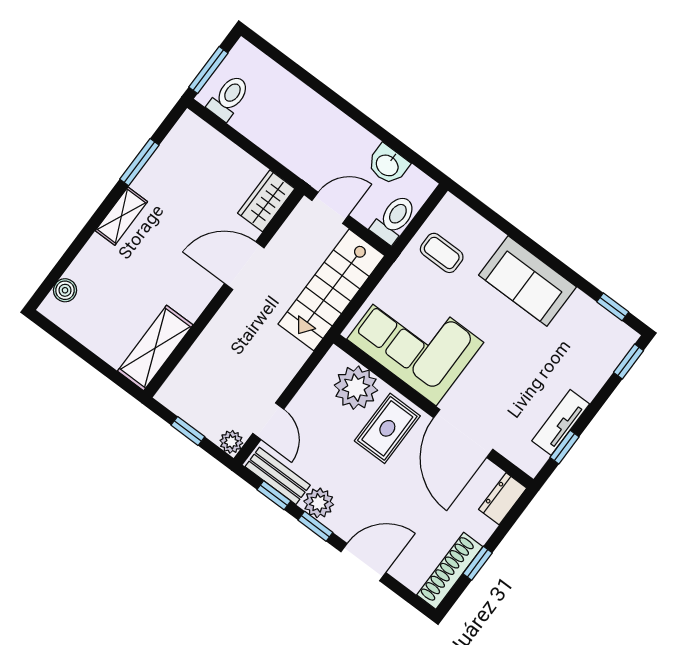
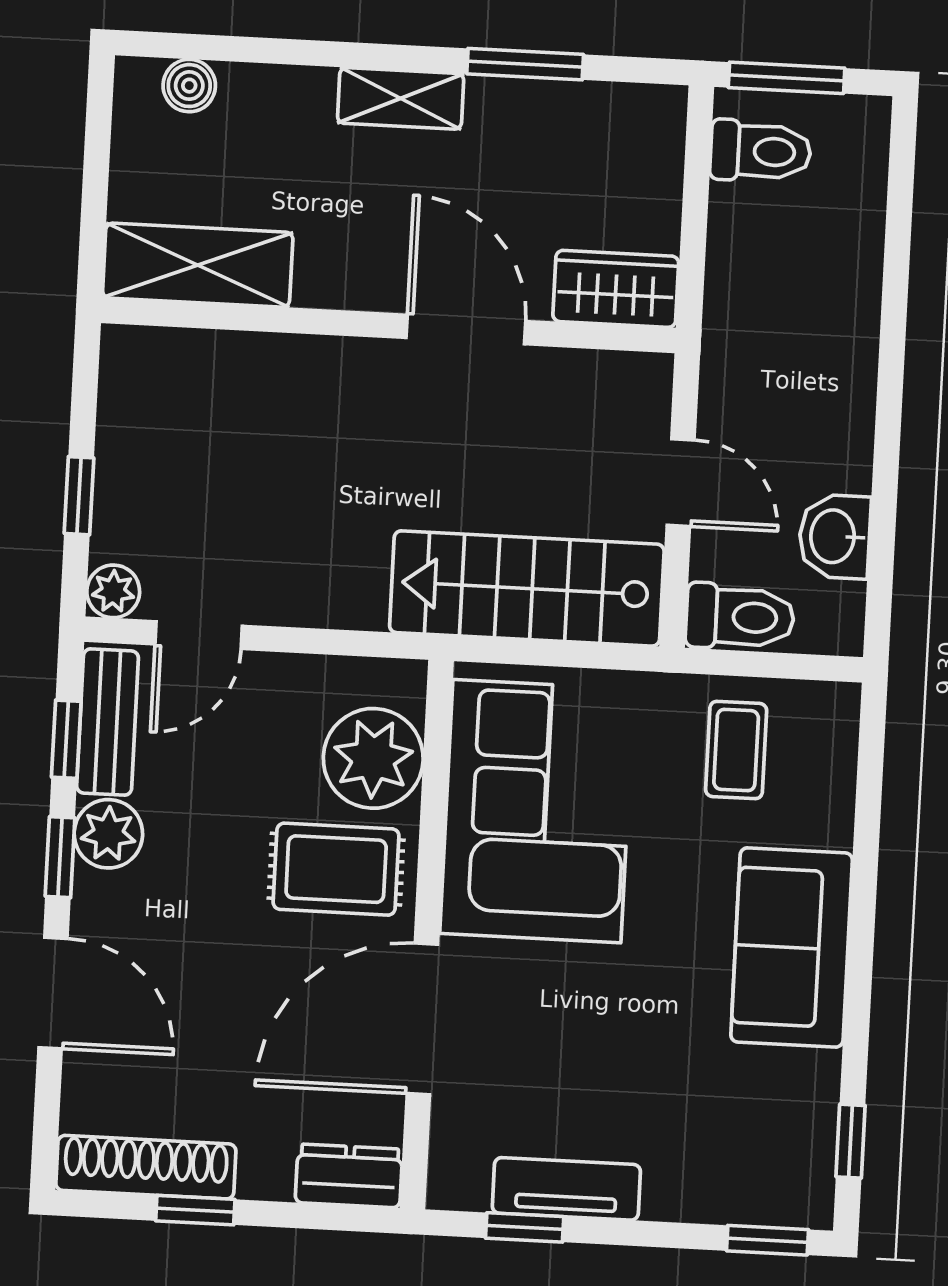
wardrobe: (266, 201) -> (616, 289), moved
door: (244, 266) -> (466, 329), moved
wall: (224, 293) -> (388, 325), moved
shelving: (155, 348) -> (198, 265), moved

